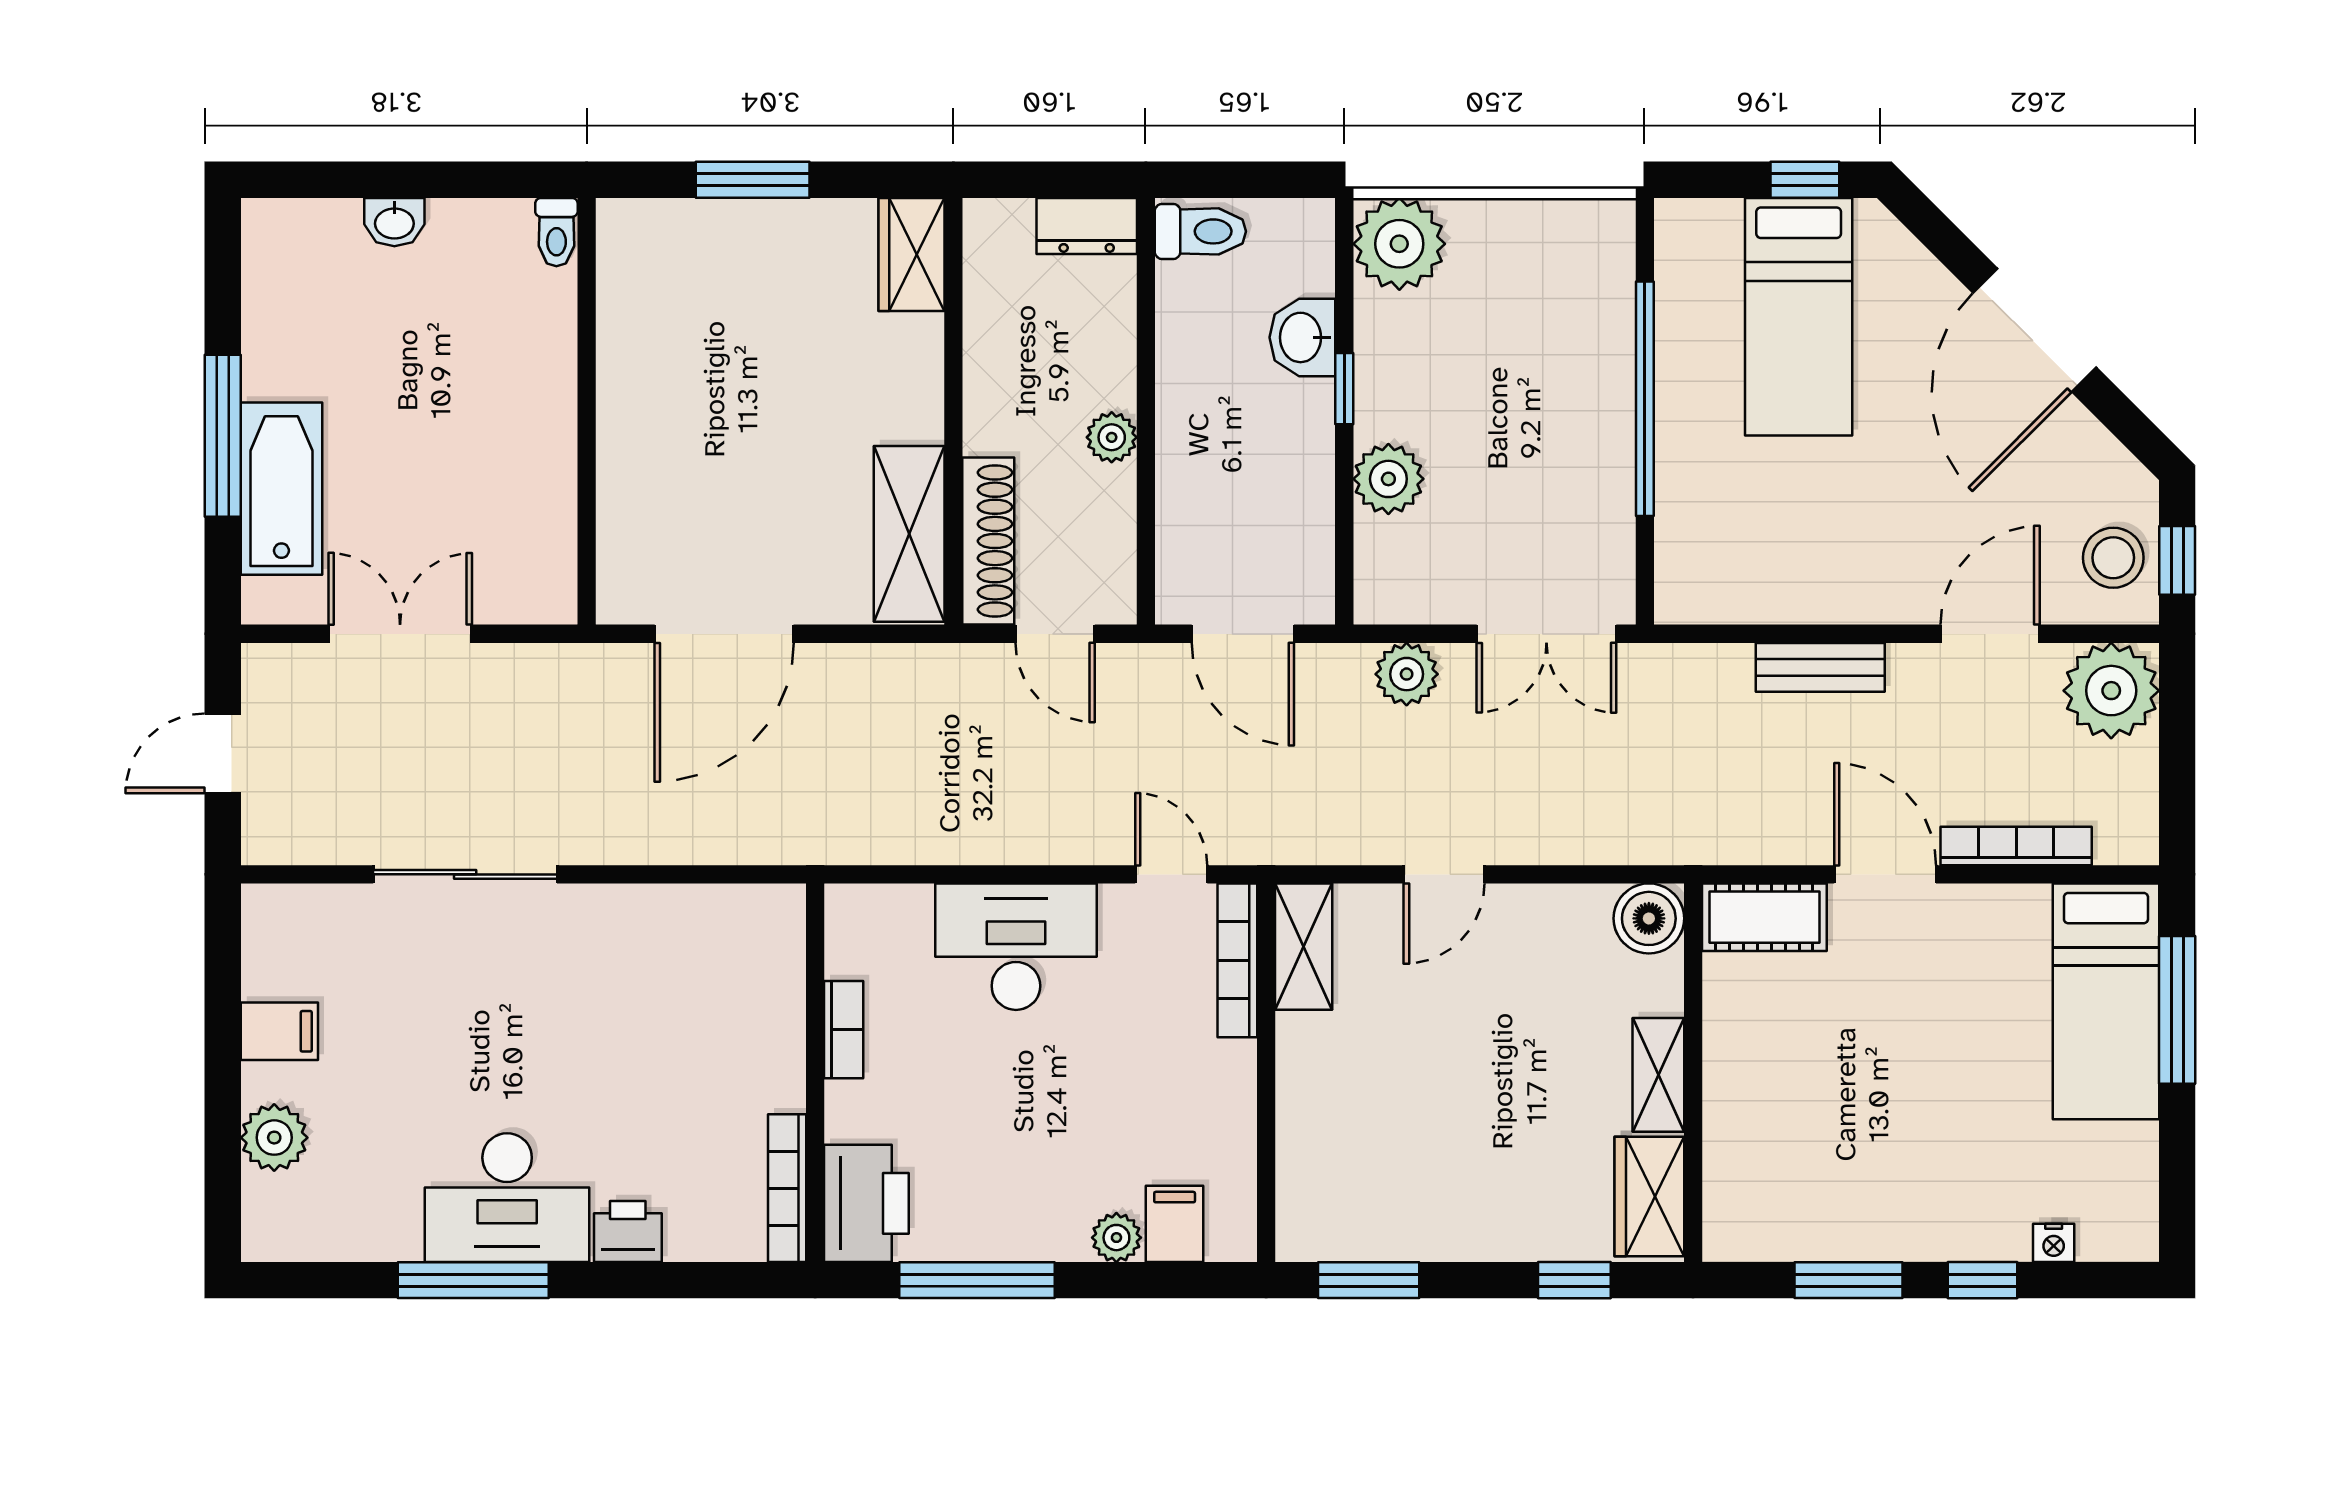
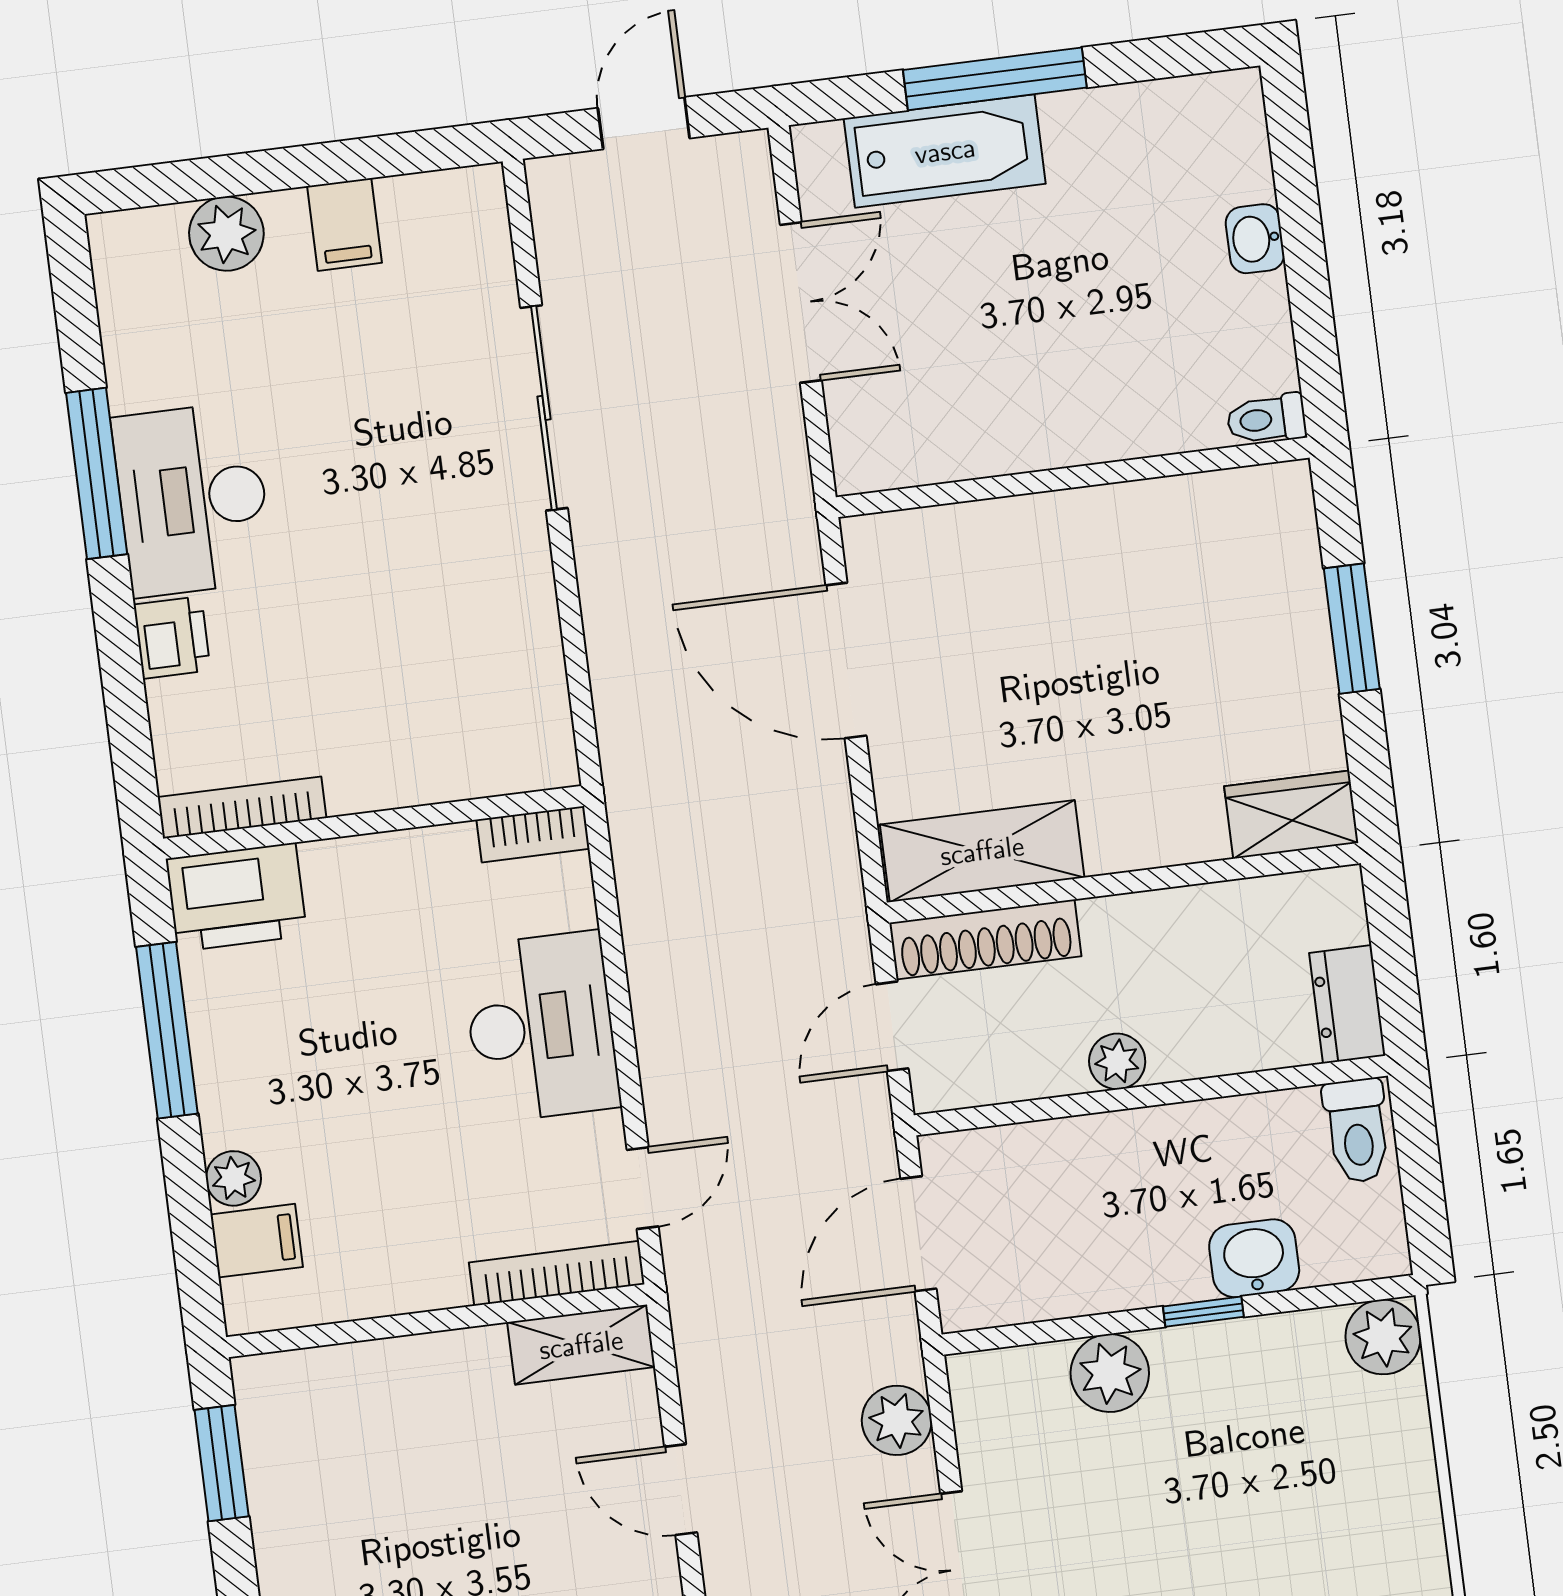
plant: (1399, 244) -> (1383, 1337), width x0.73, depth x0.73
door: (223, 753) -> (644, 123), hinge flipped
bookcase: (844, 1030) -> (533, 834), moved

